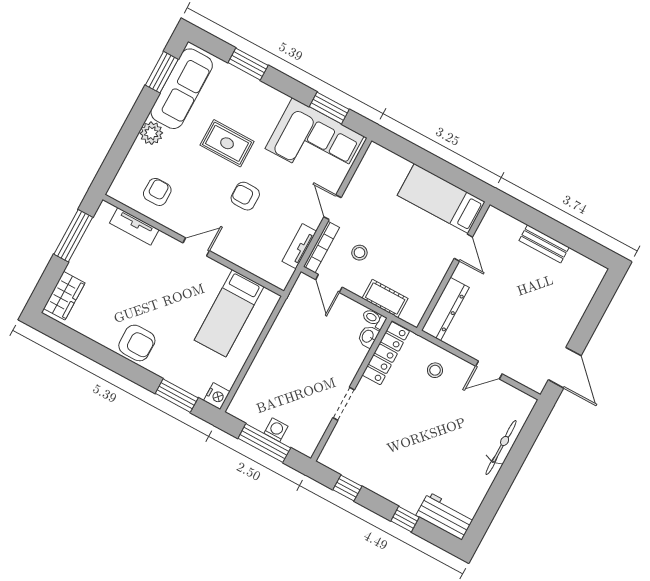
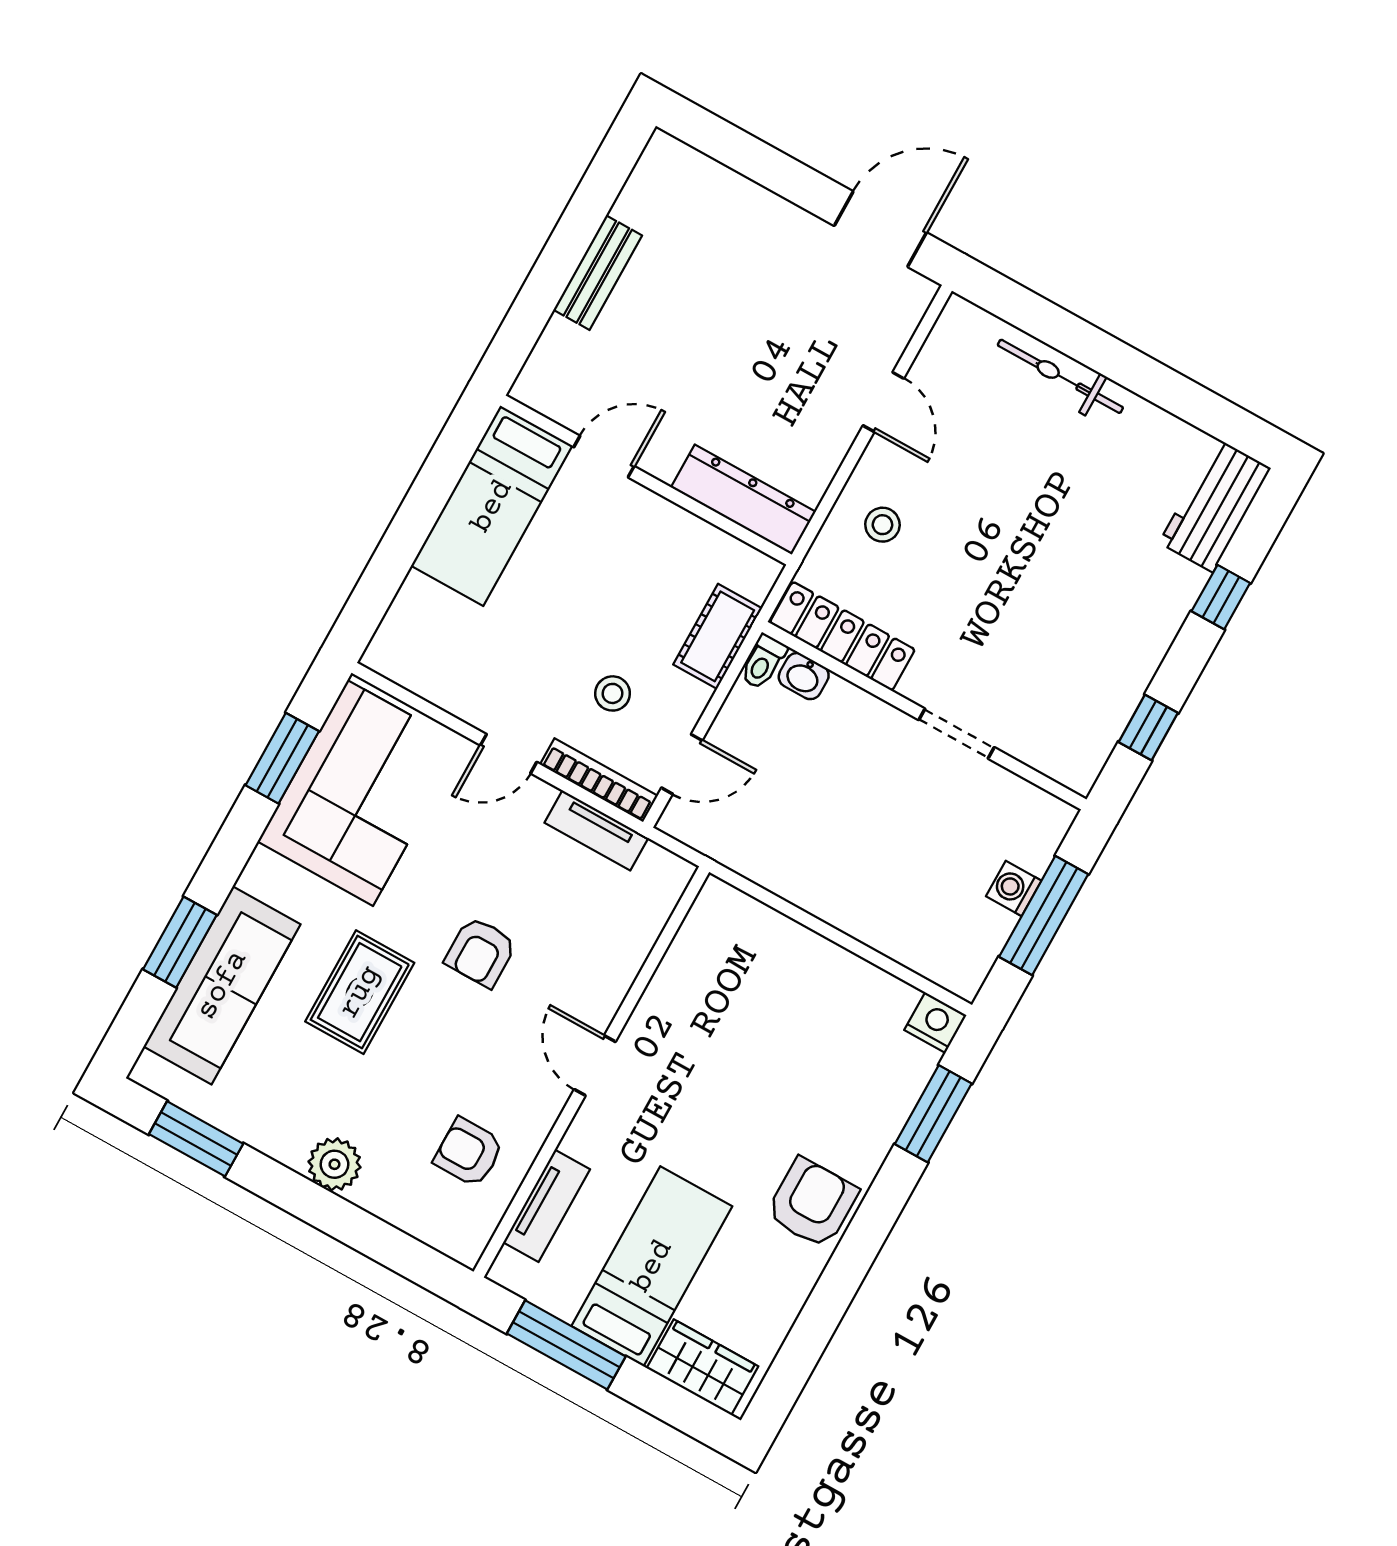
sofa: (182, 89) -> (222, 985), moved, turned 90
bed: (229, 313) -> (652, 1266), moved, turned -90

